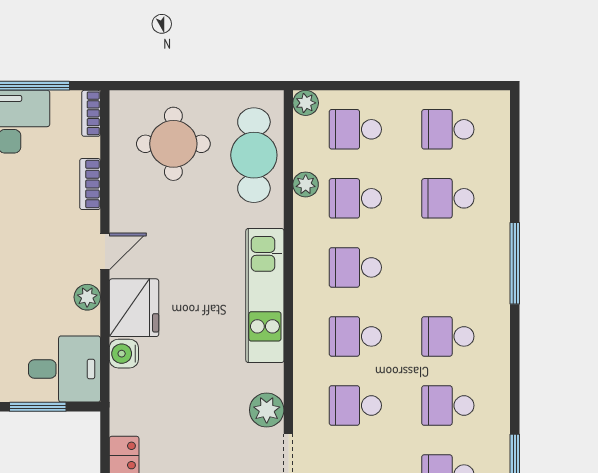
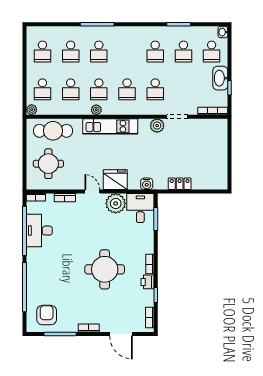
plant: (306, 184) -> (96, 110), moved
plant: (87, 297) -> (116, 203), width x1.87, depth x1.87
school desk: (448, 336) -> (99, 52), moved
water cooler: (124, 354) -> (147, 184), moved

